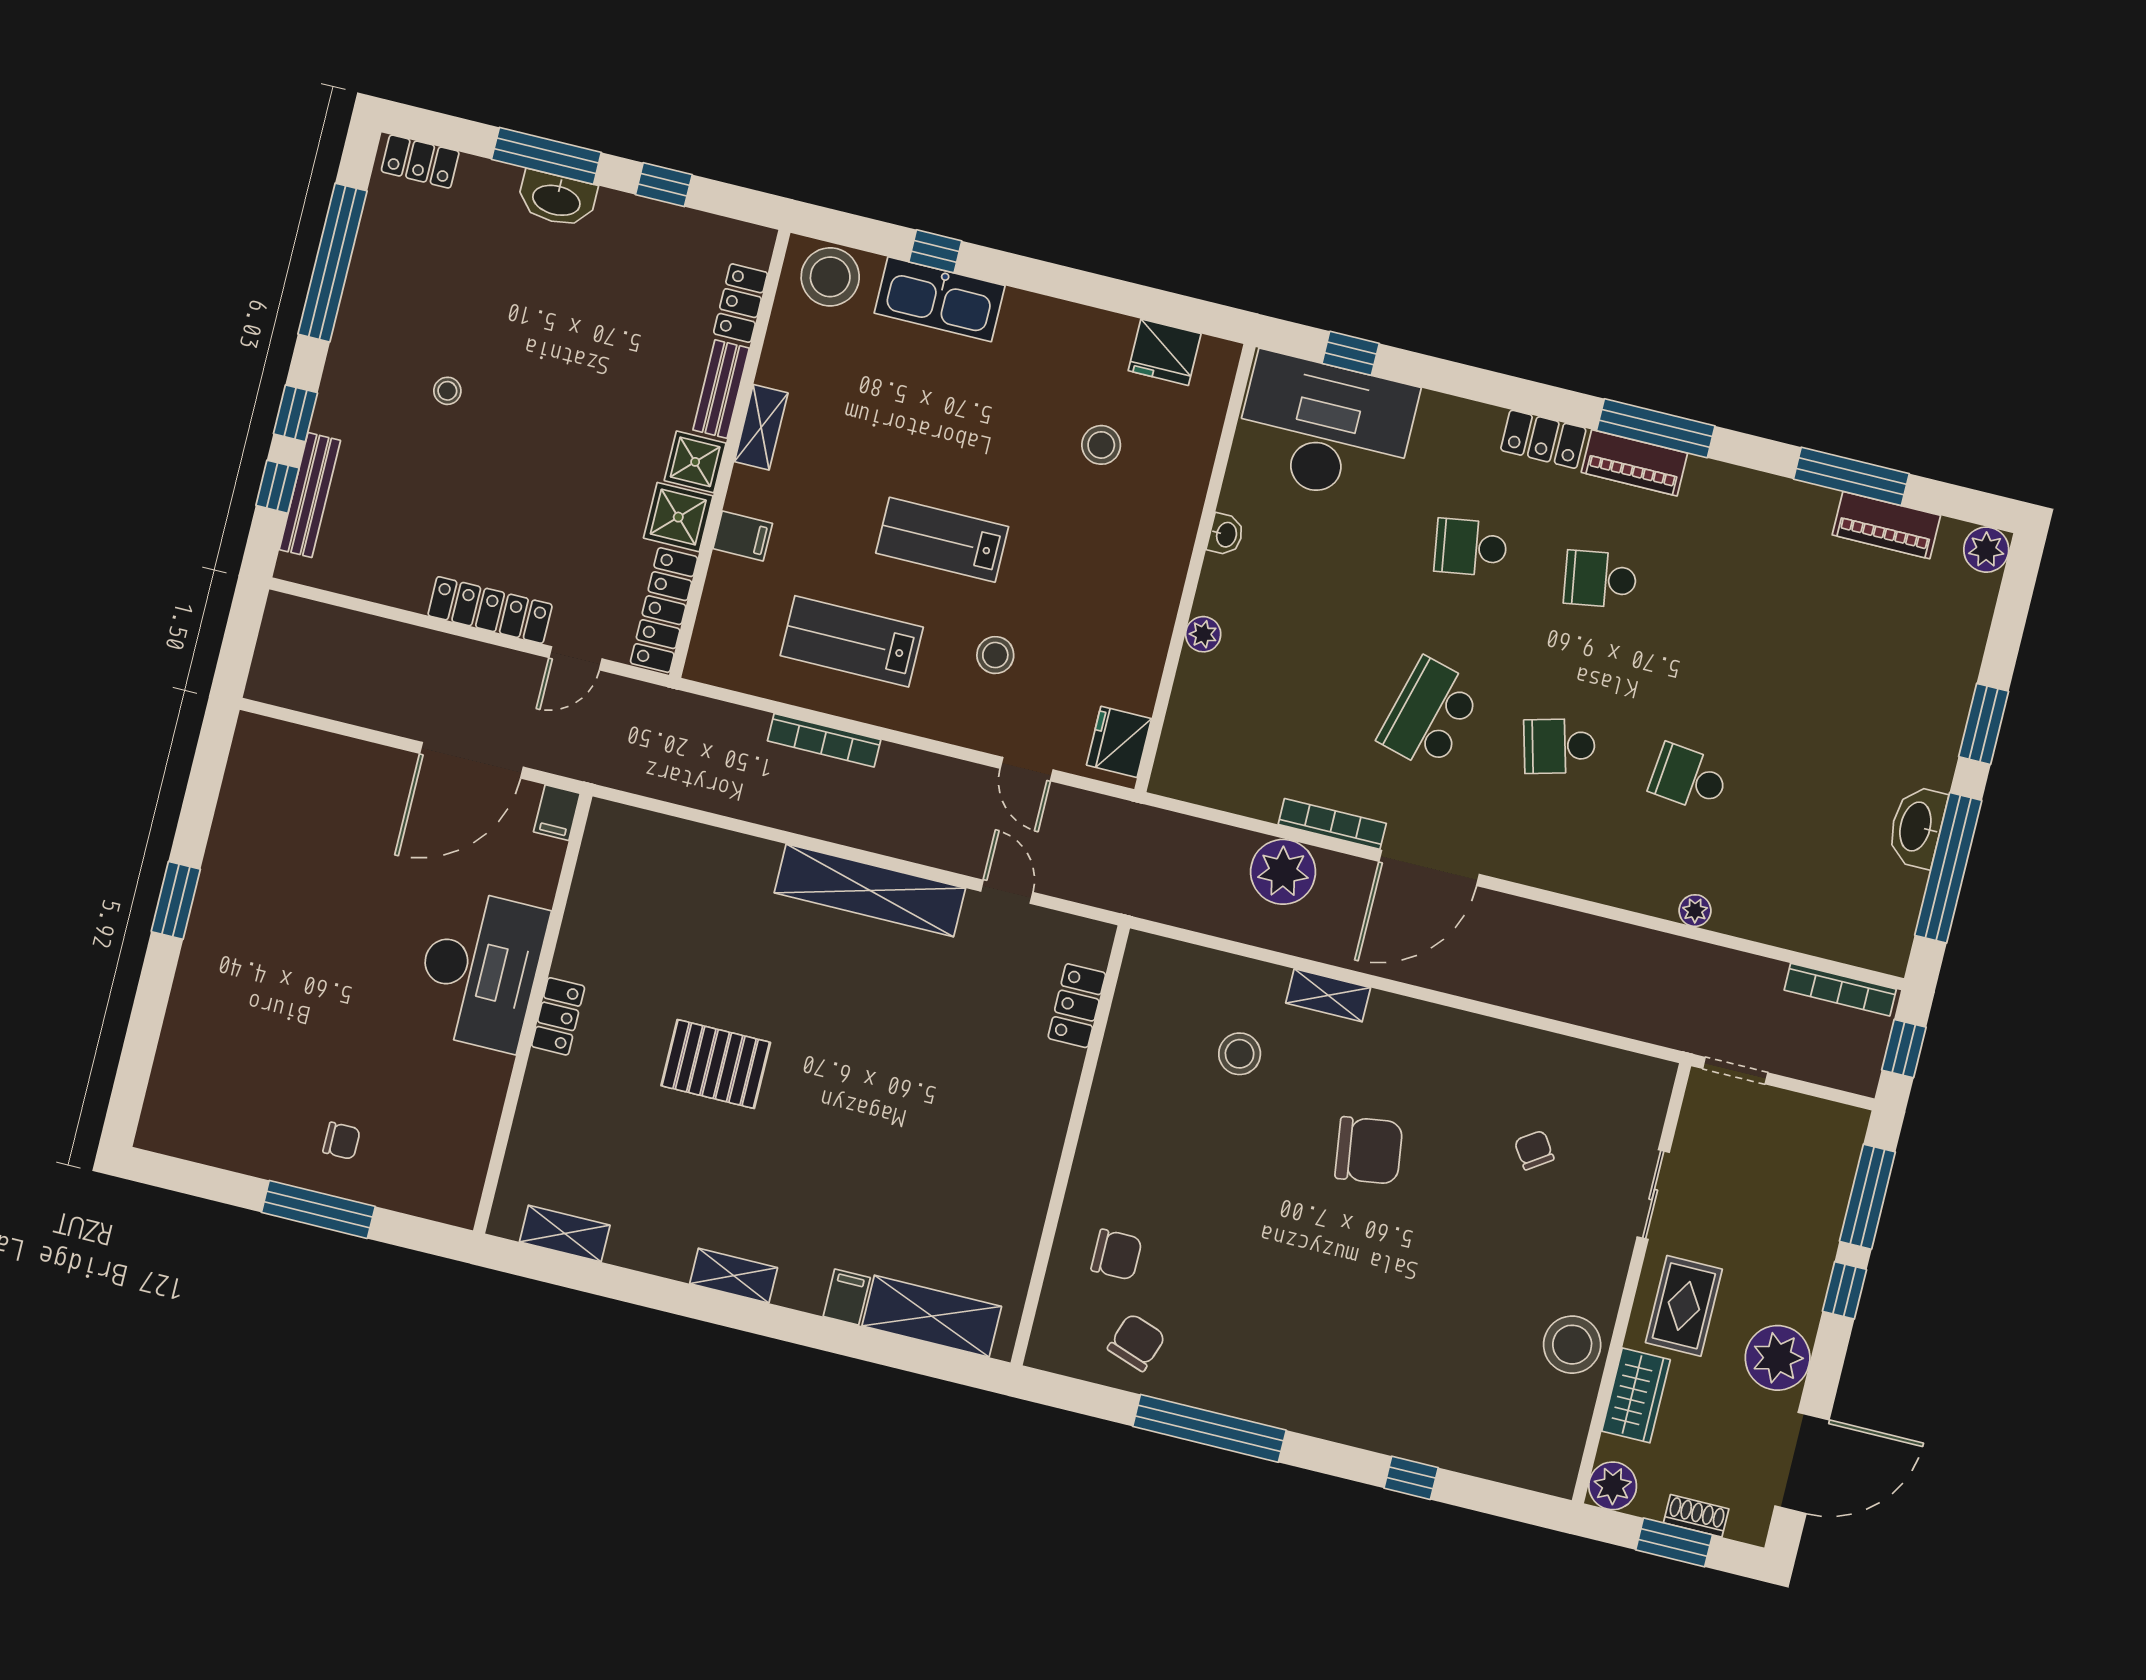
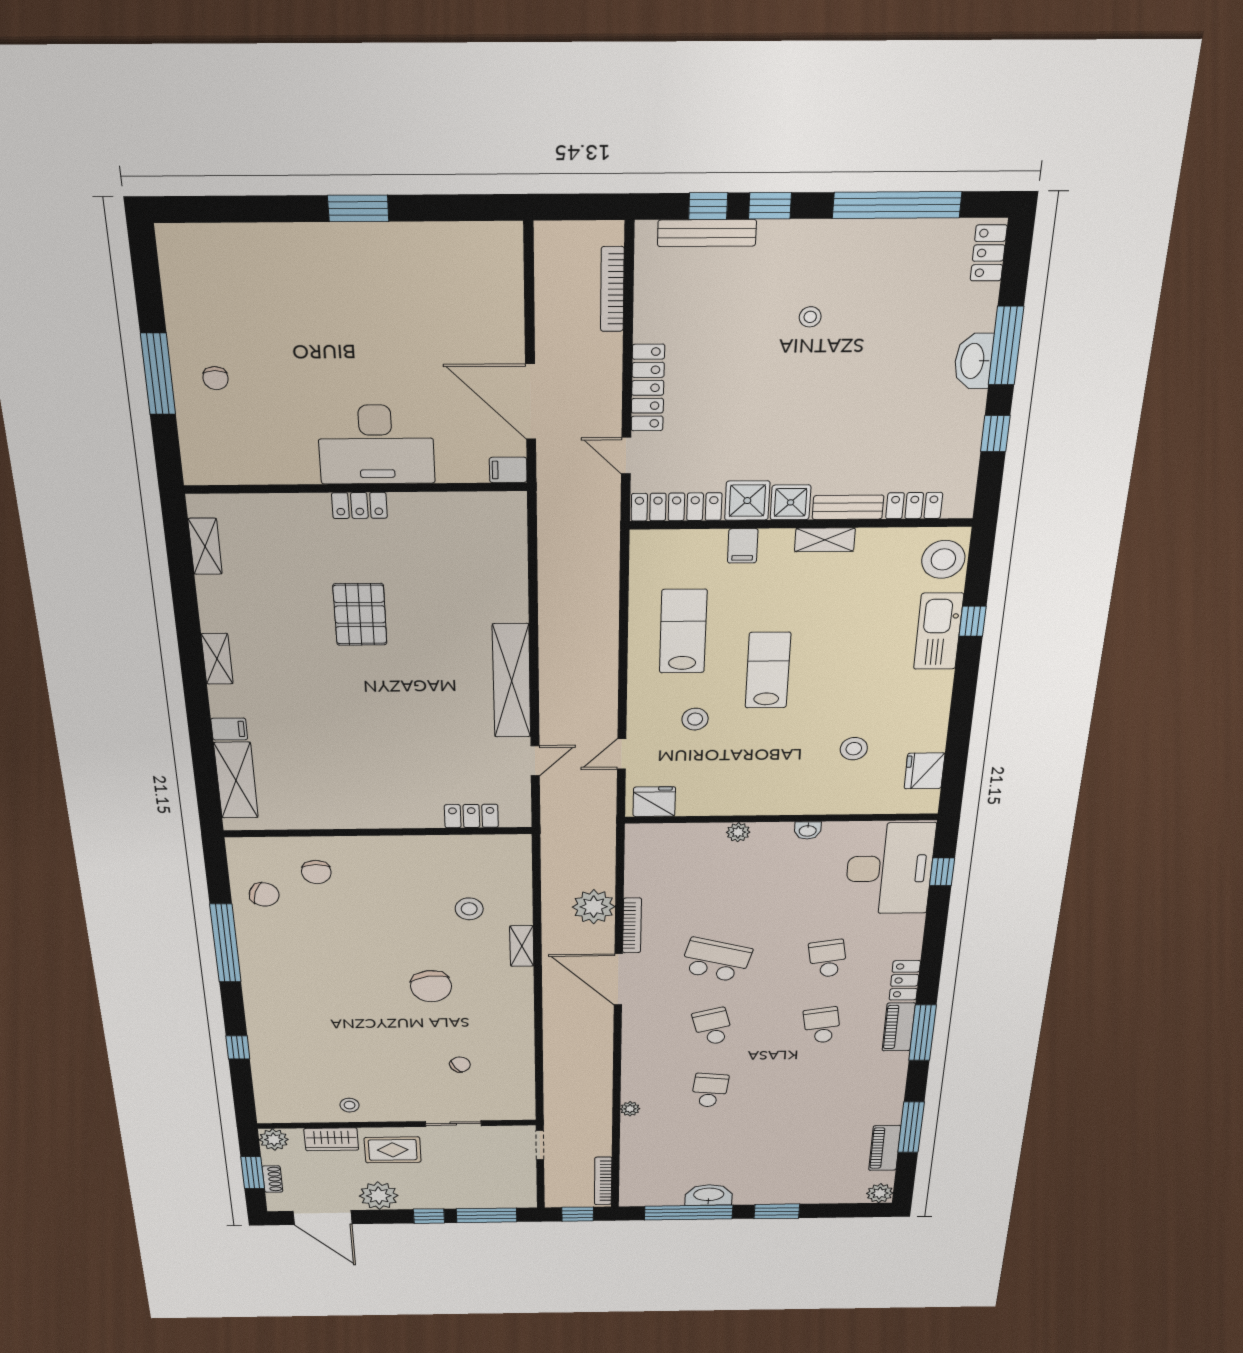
bookcase: (824, 740) -> (612, 289), moved
stool: (1572, 1345) -> (350, 1105), width x0.53, depth x0.53

